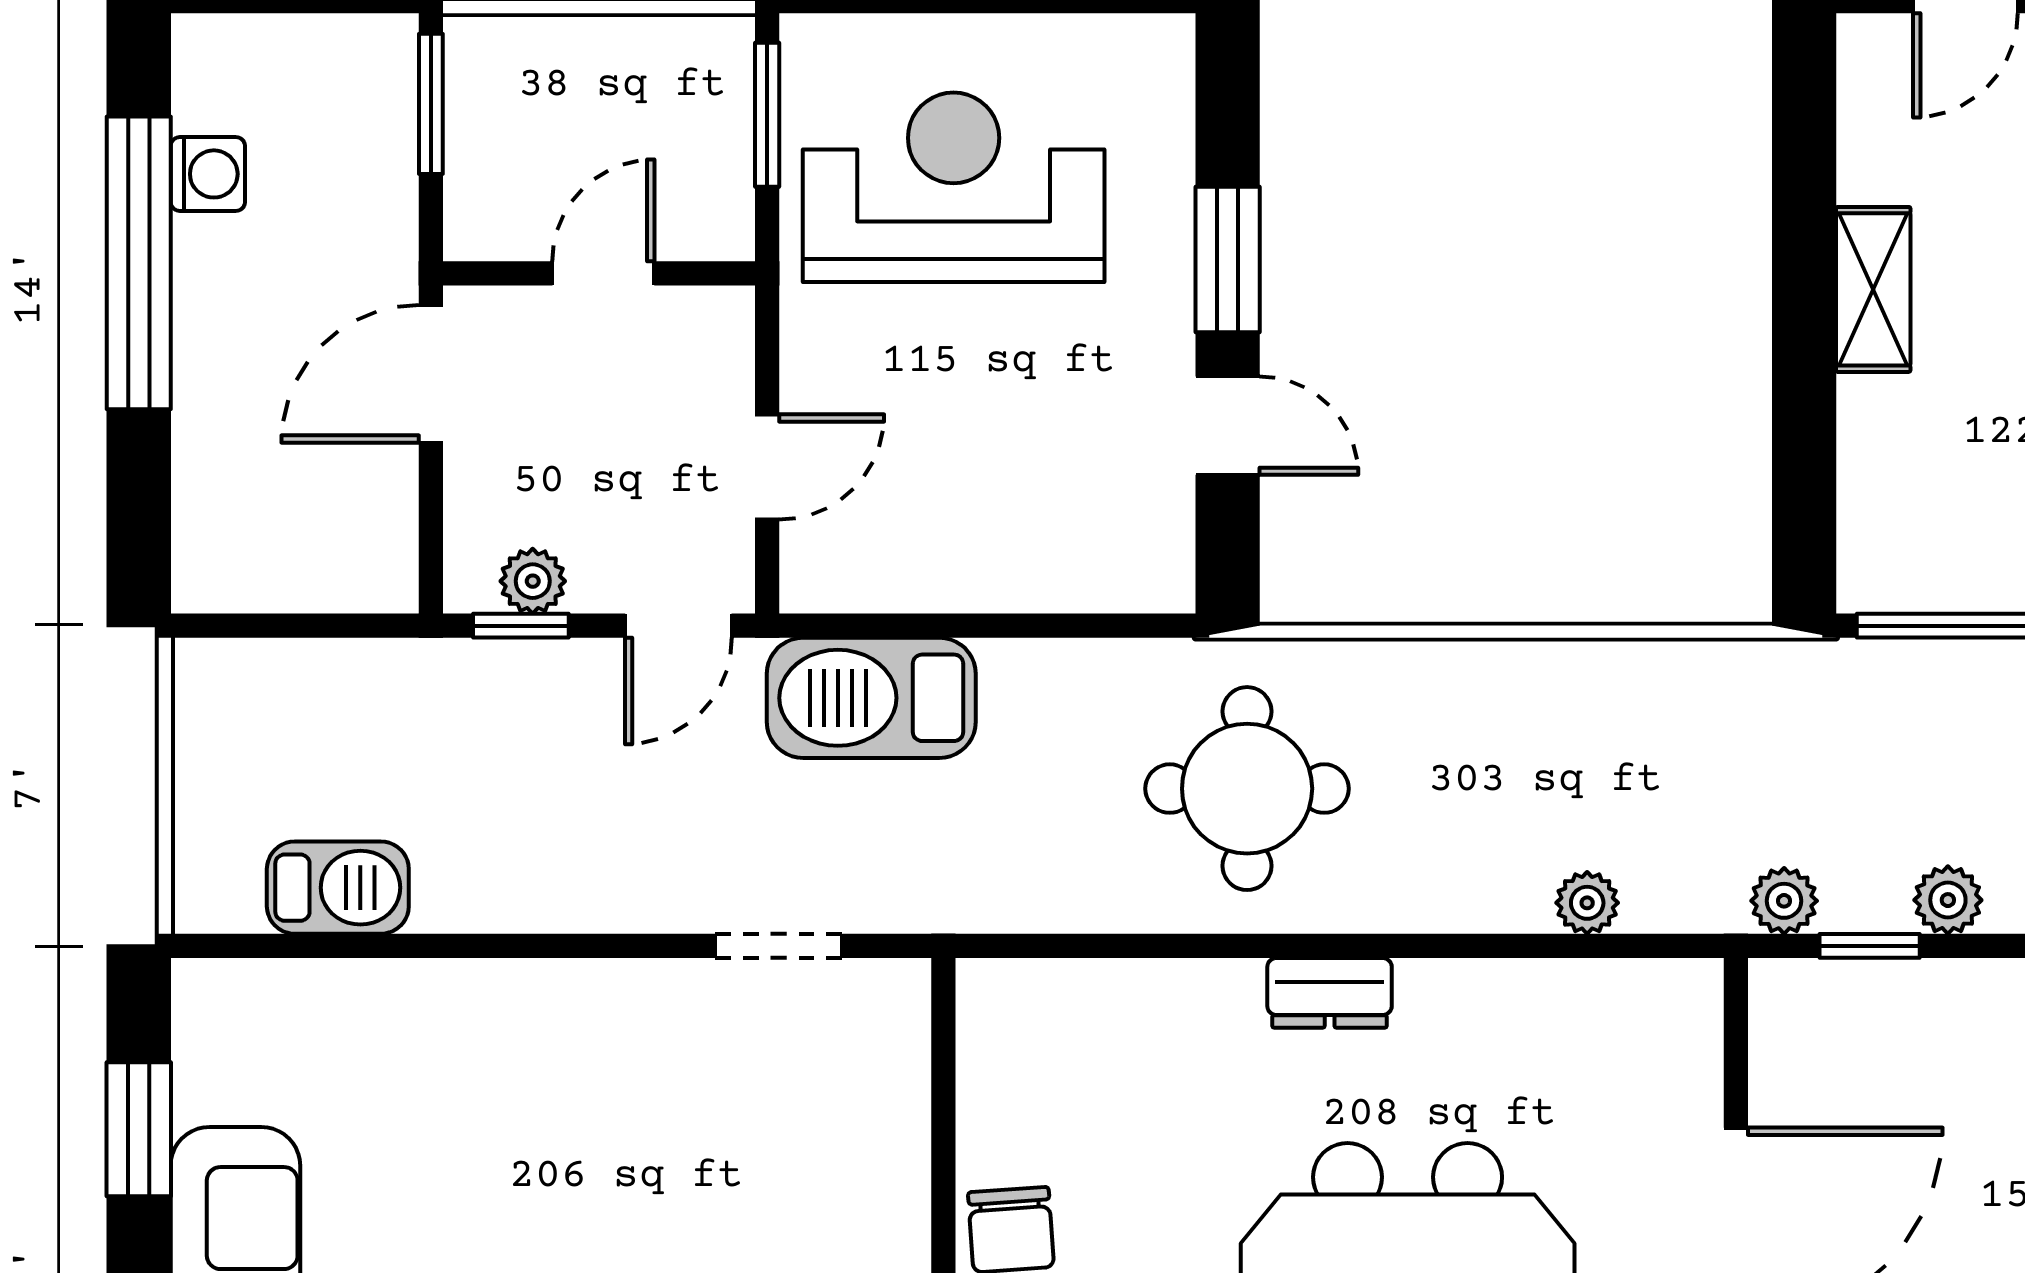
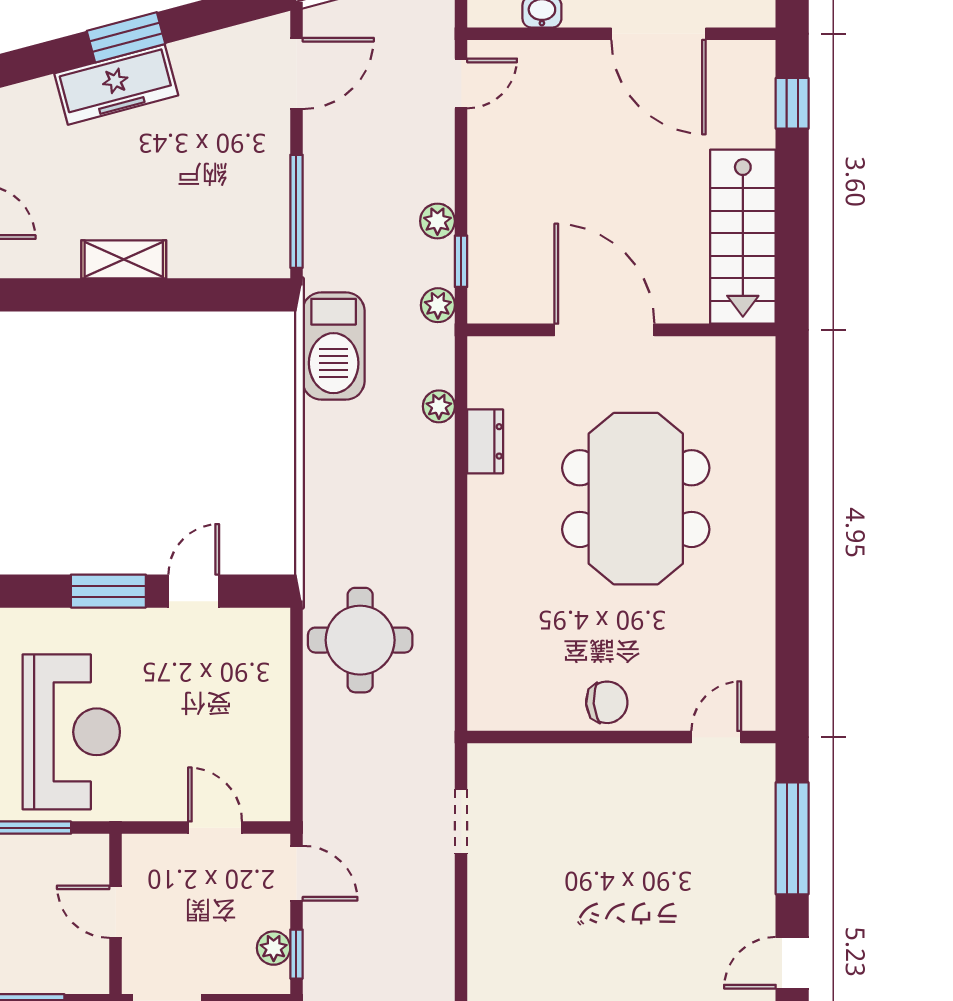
reception desk: (954, 187) -> (71, 732), turned 180
barbecue: (871, 698) -> (334, 346), moved
round table: (1247, 789) -> (360, 640), moved
dresser: (1330, 993) -> (485, 441), moved

